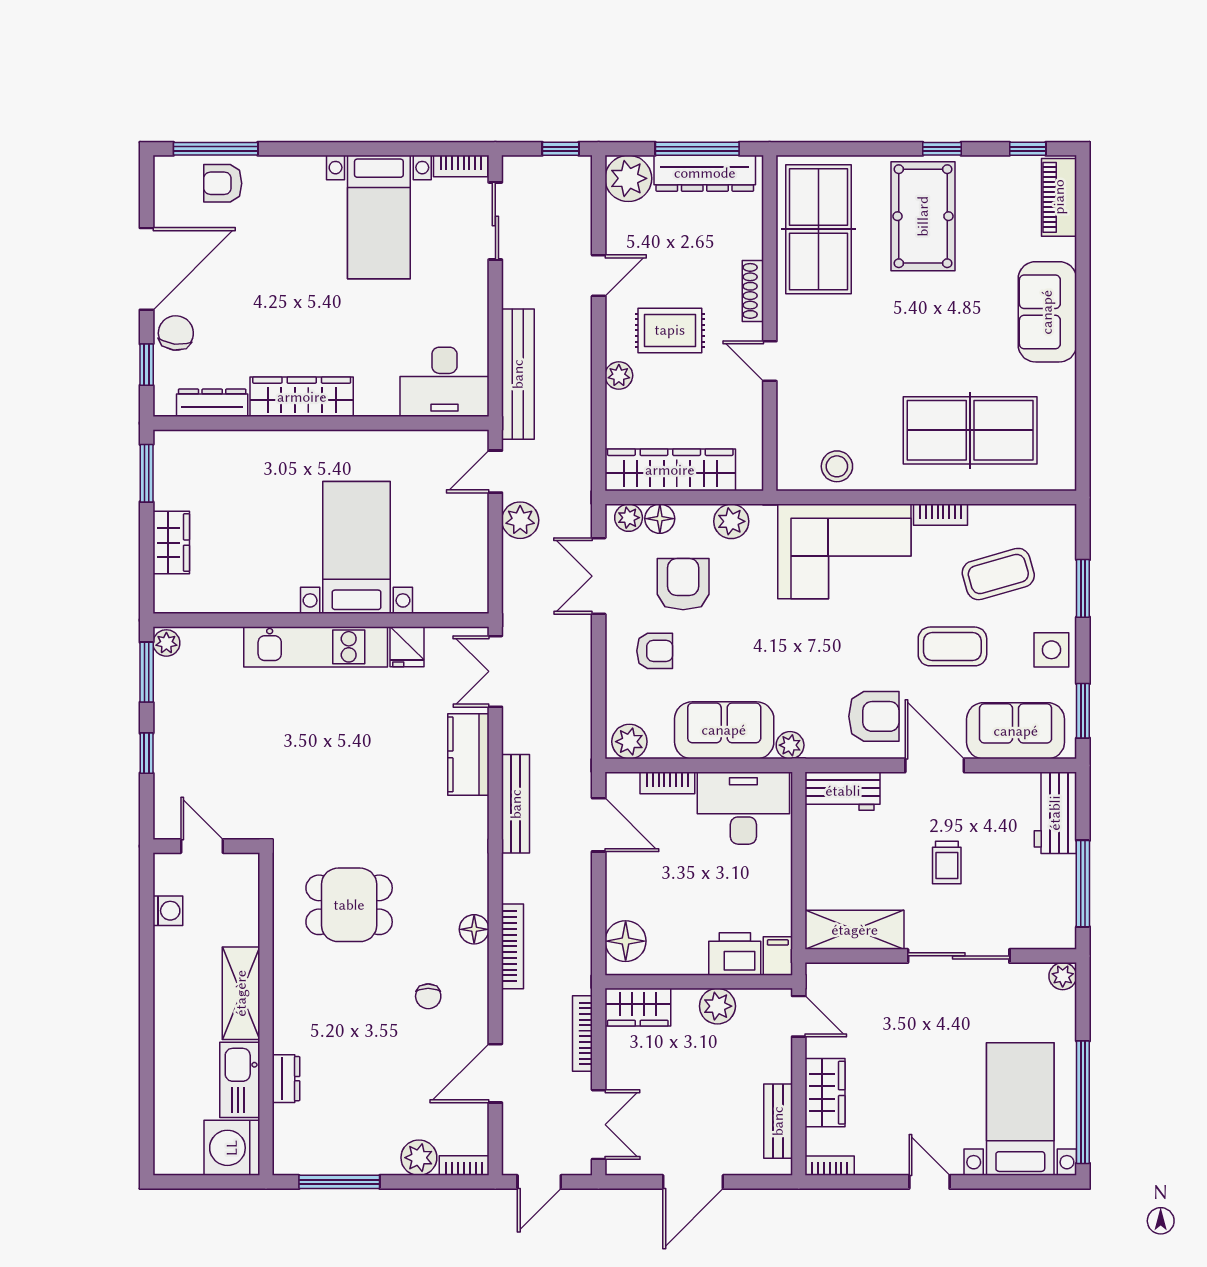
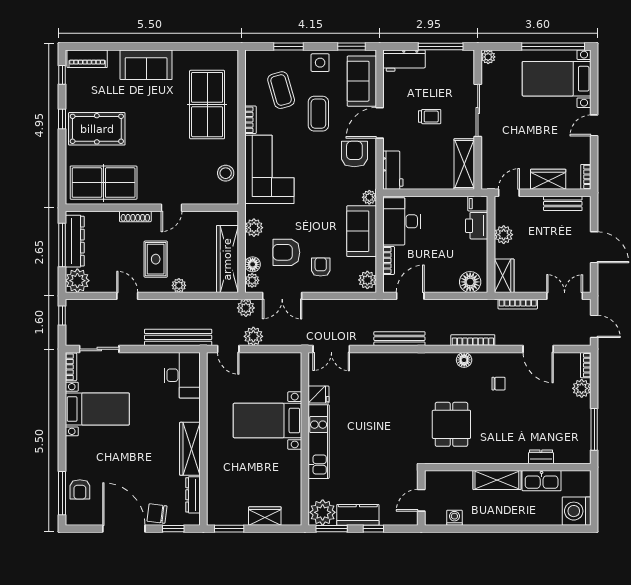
plant: (575, 506) -> (246, 308), added
plant: (166, 643) -> (323, 512), width x1.87, depth x1.87
kitchen counter: (468, 754) -> (358, 515), moved, turned 180
washing machine: (232, 1148) -> (577, 511), moved, turned 90

